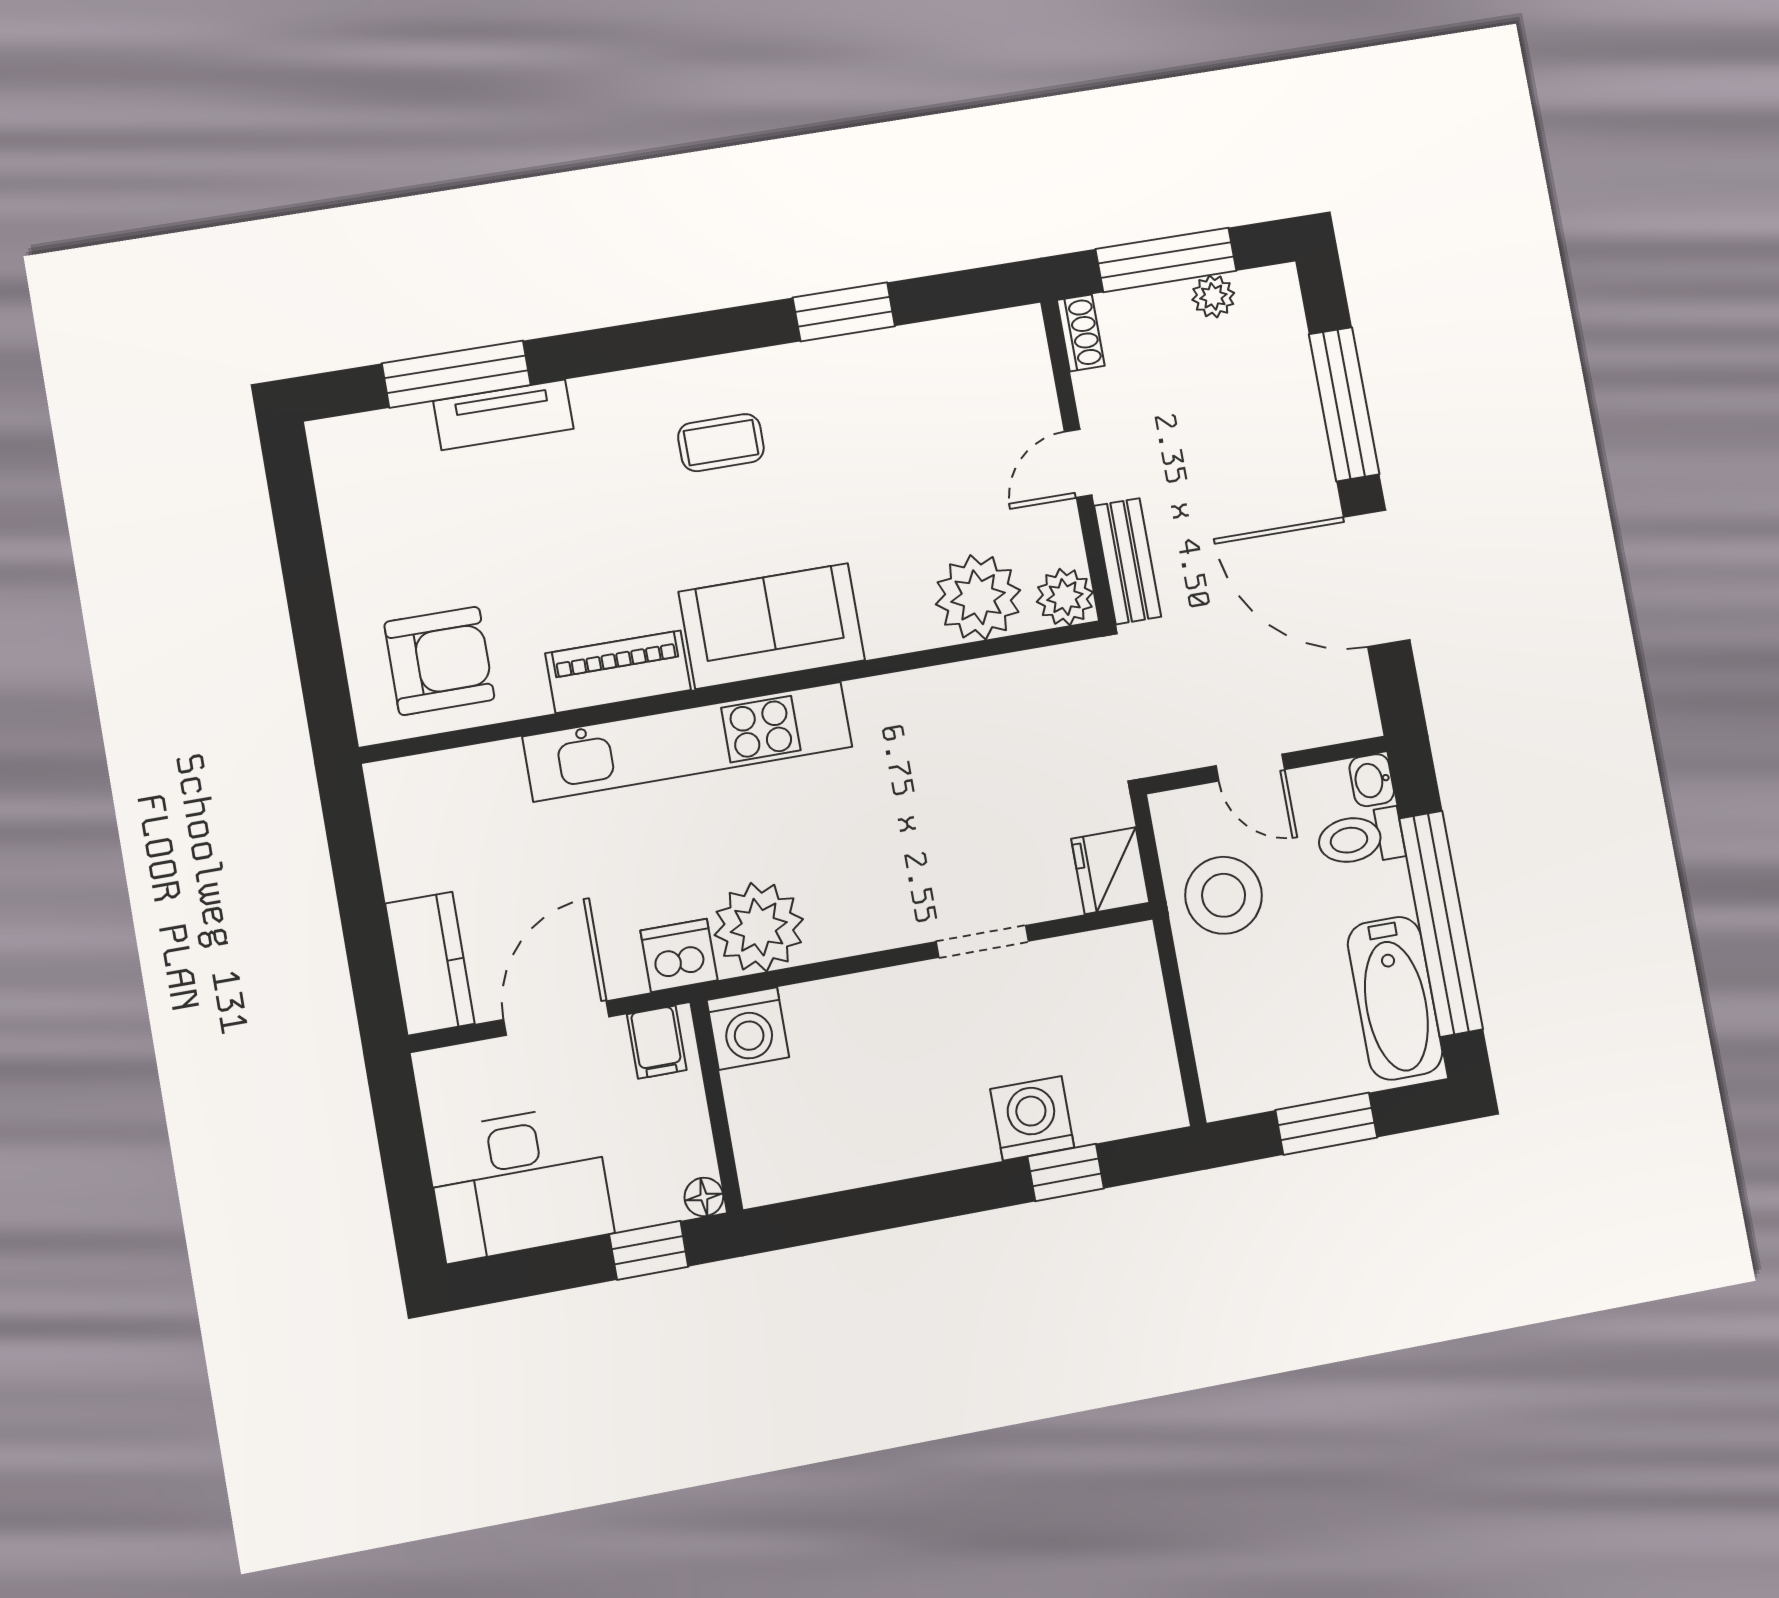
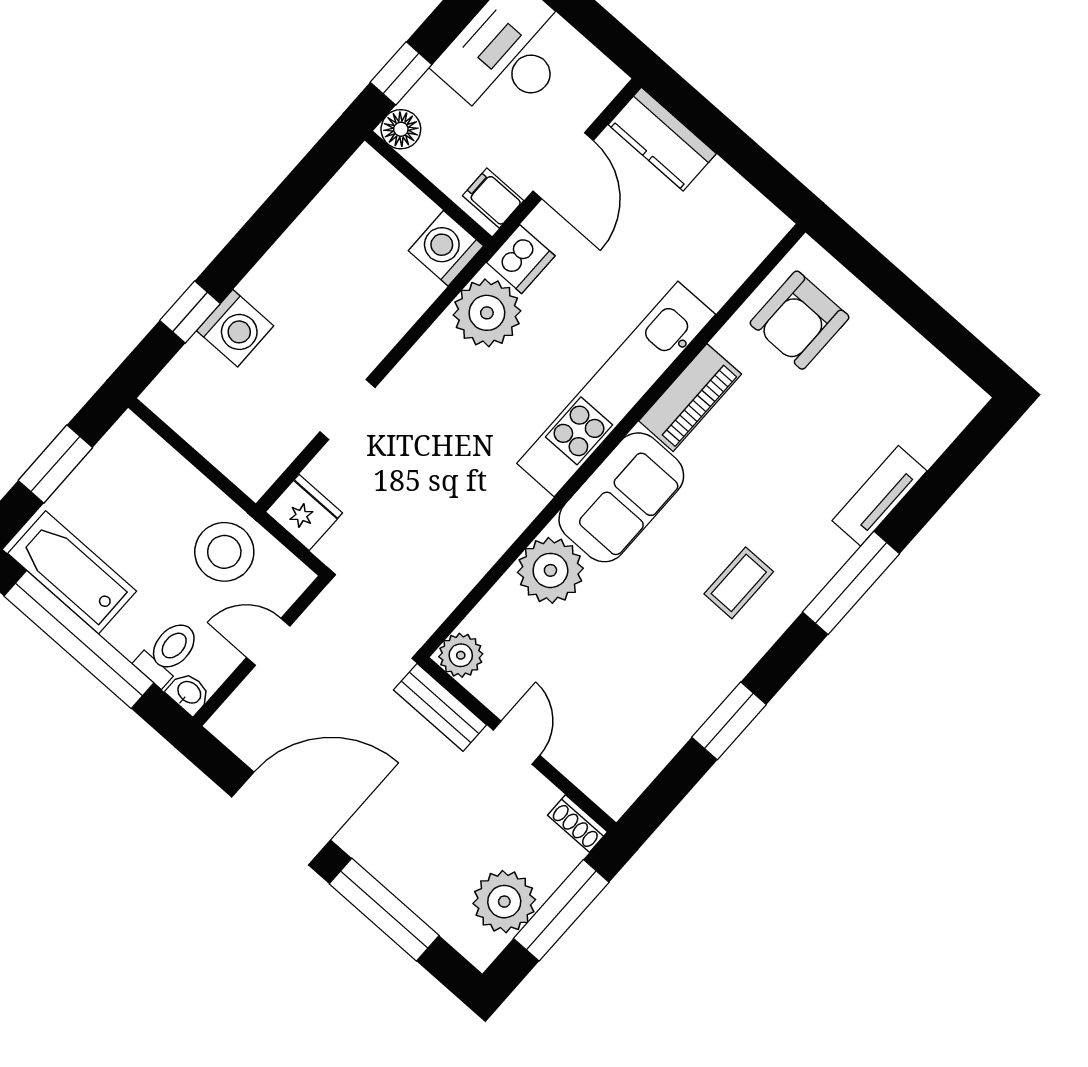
plant: (1213, 296) -> (504, 902), width x1.87, depth x1.87
window: (456, 374) -> (851, 583), moved
plant: (978, 597) -> (550, 570), moved
floor lamp: (704, 1197) -> (401, 129), width x1.37, depth x1.37

